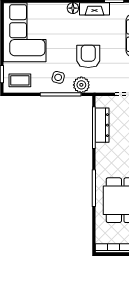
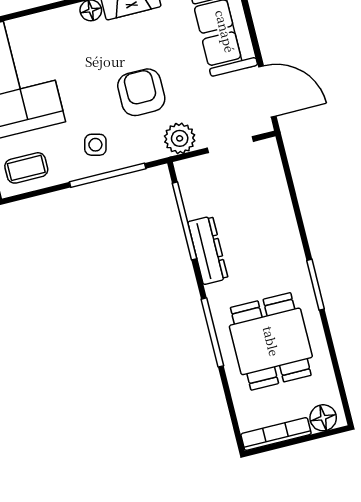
plant: (81, 85) -> (180, 138), moved
dresser: (102, 125) -> (208, 250), moved

